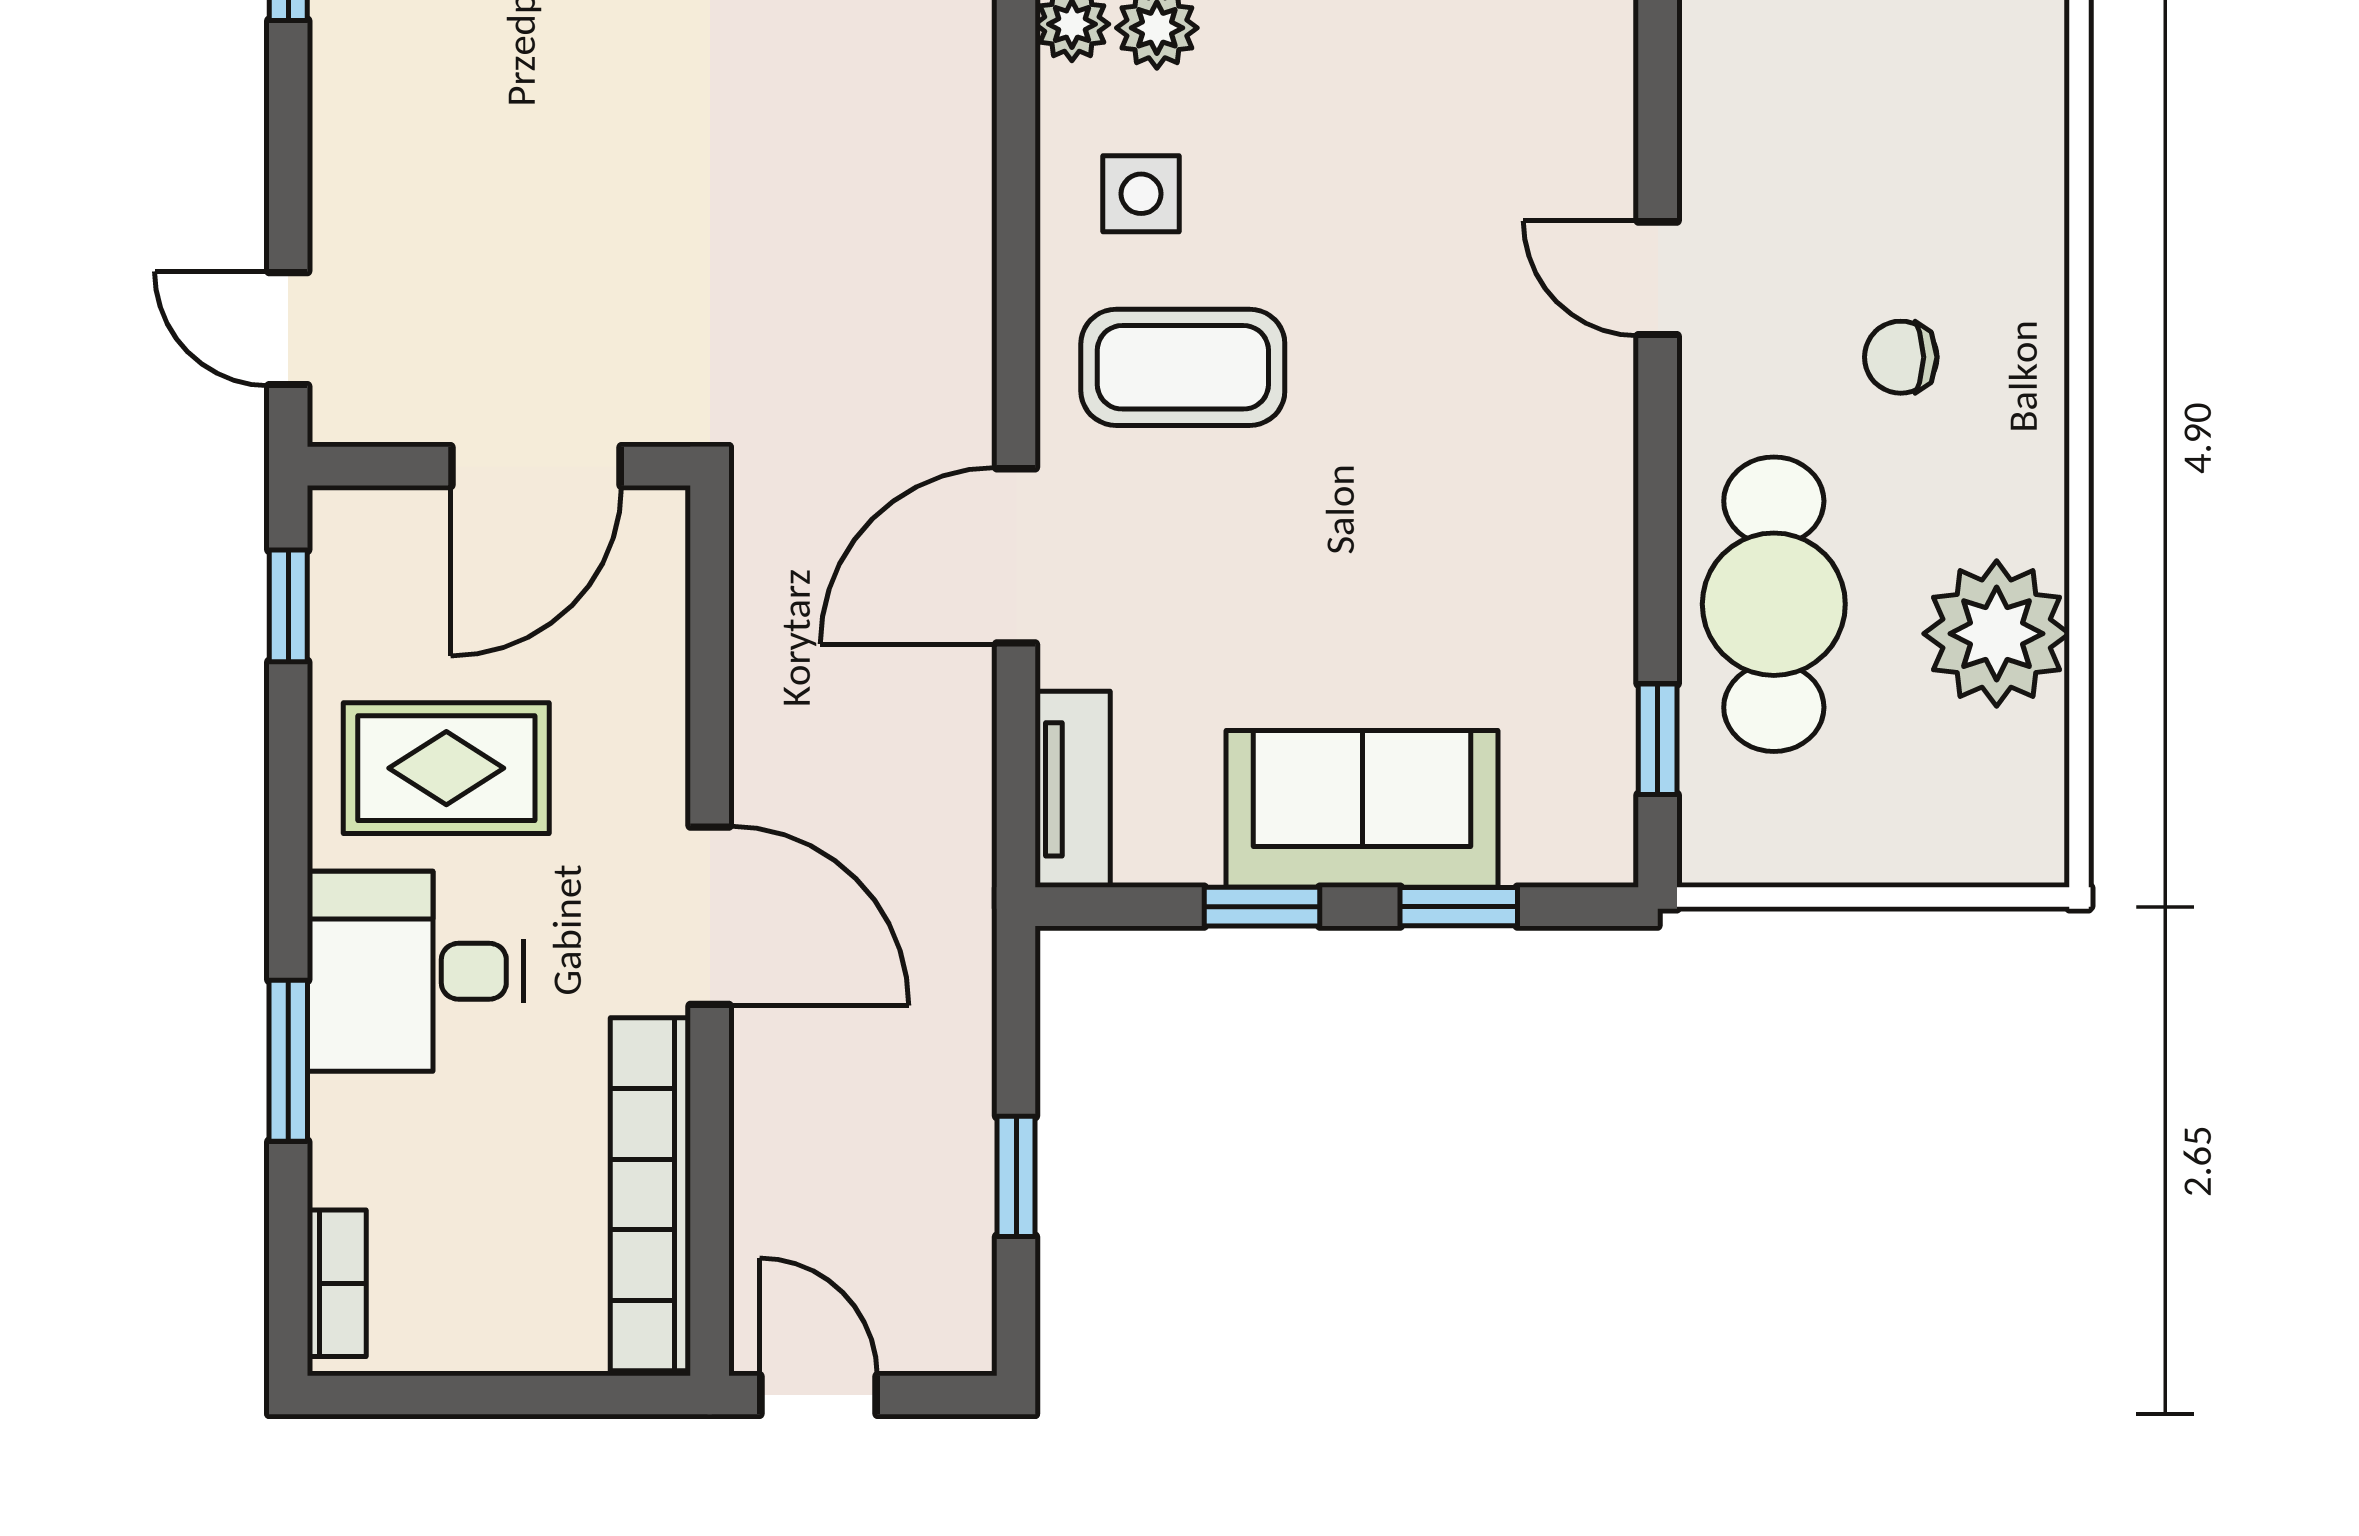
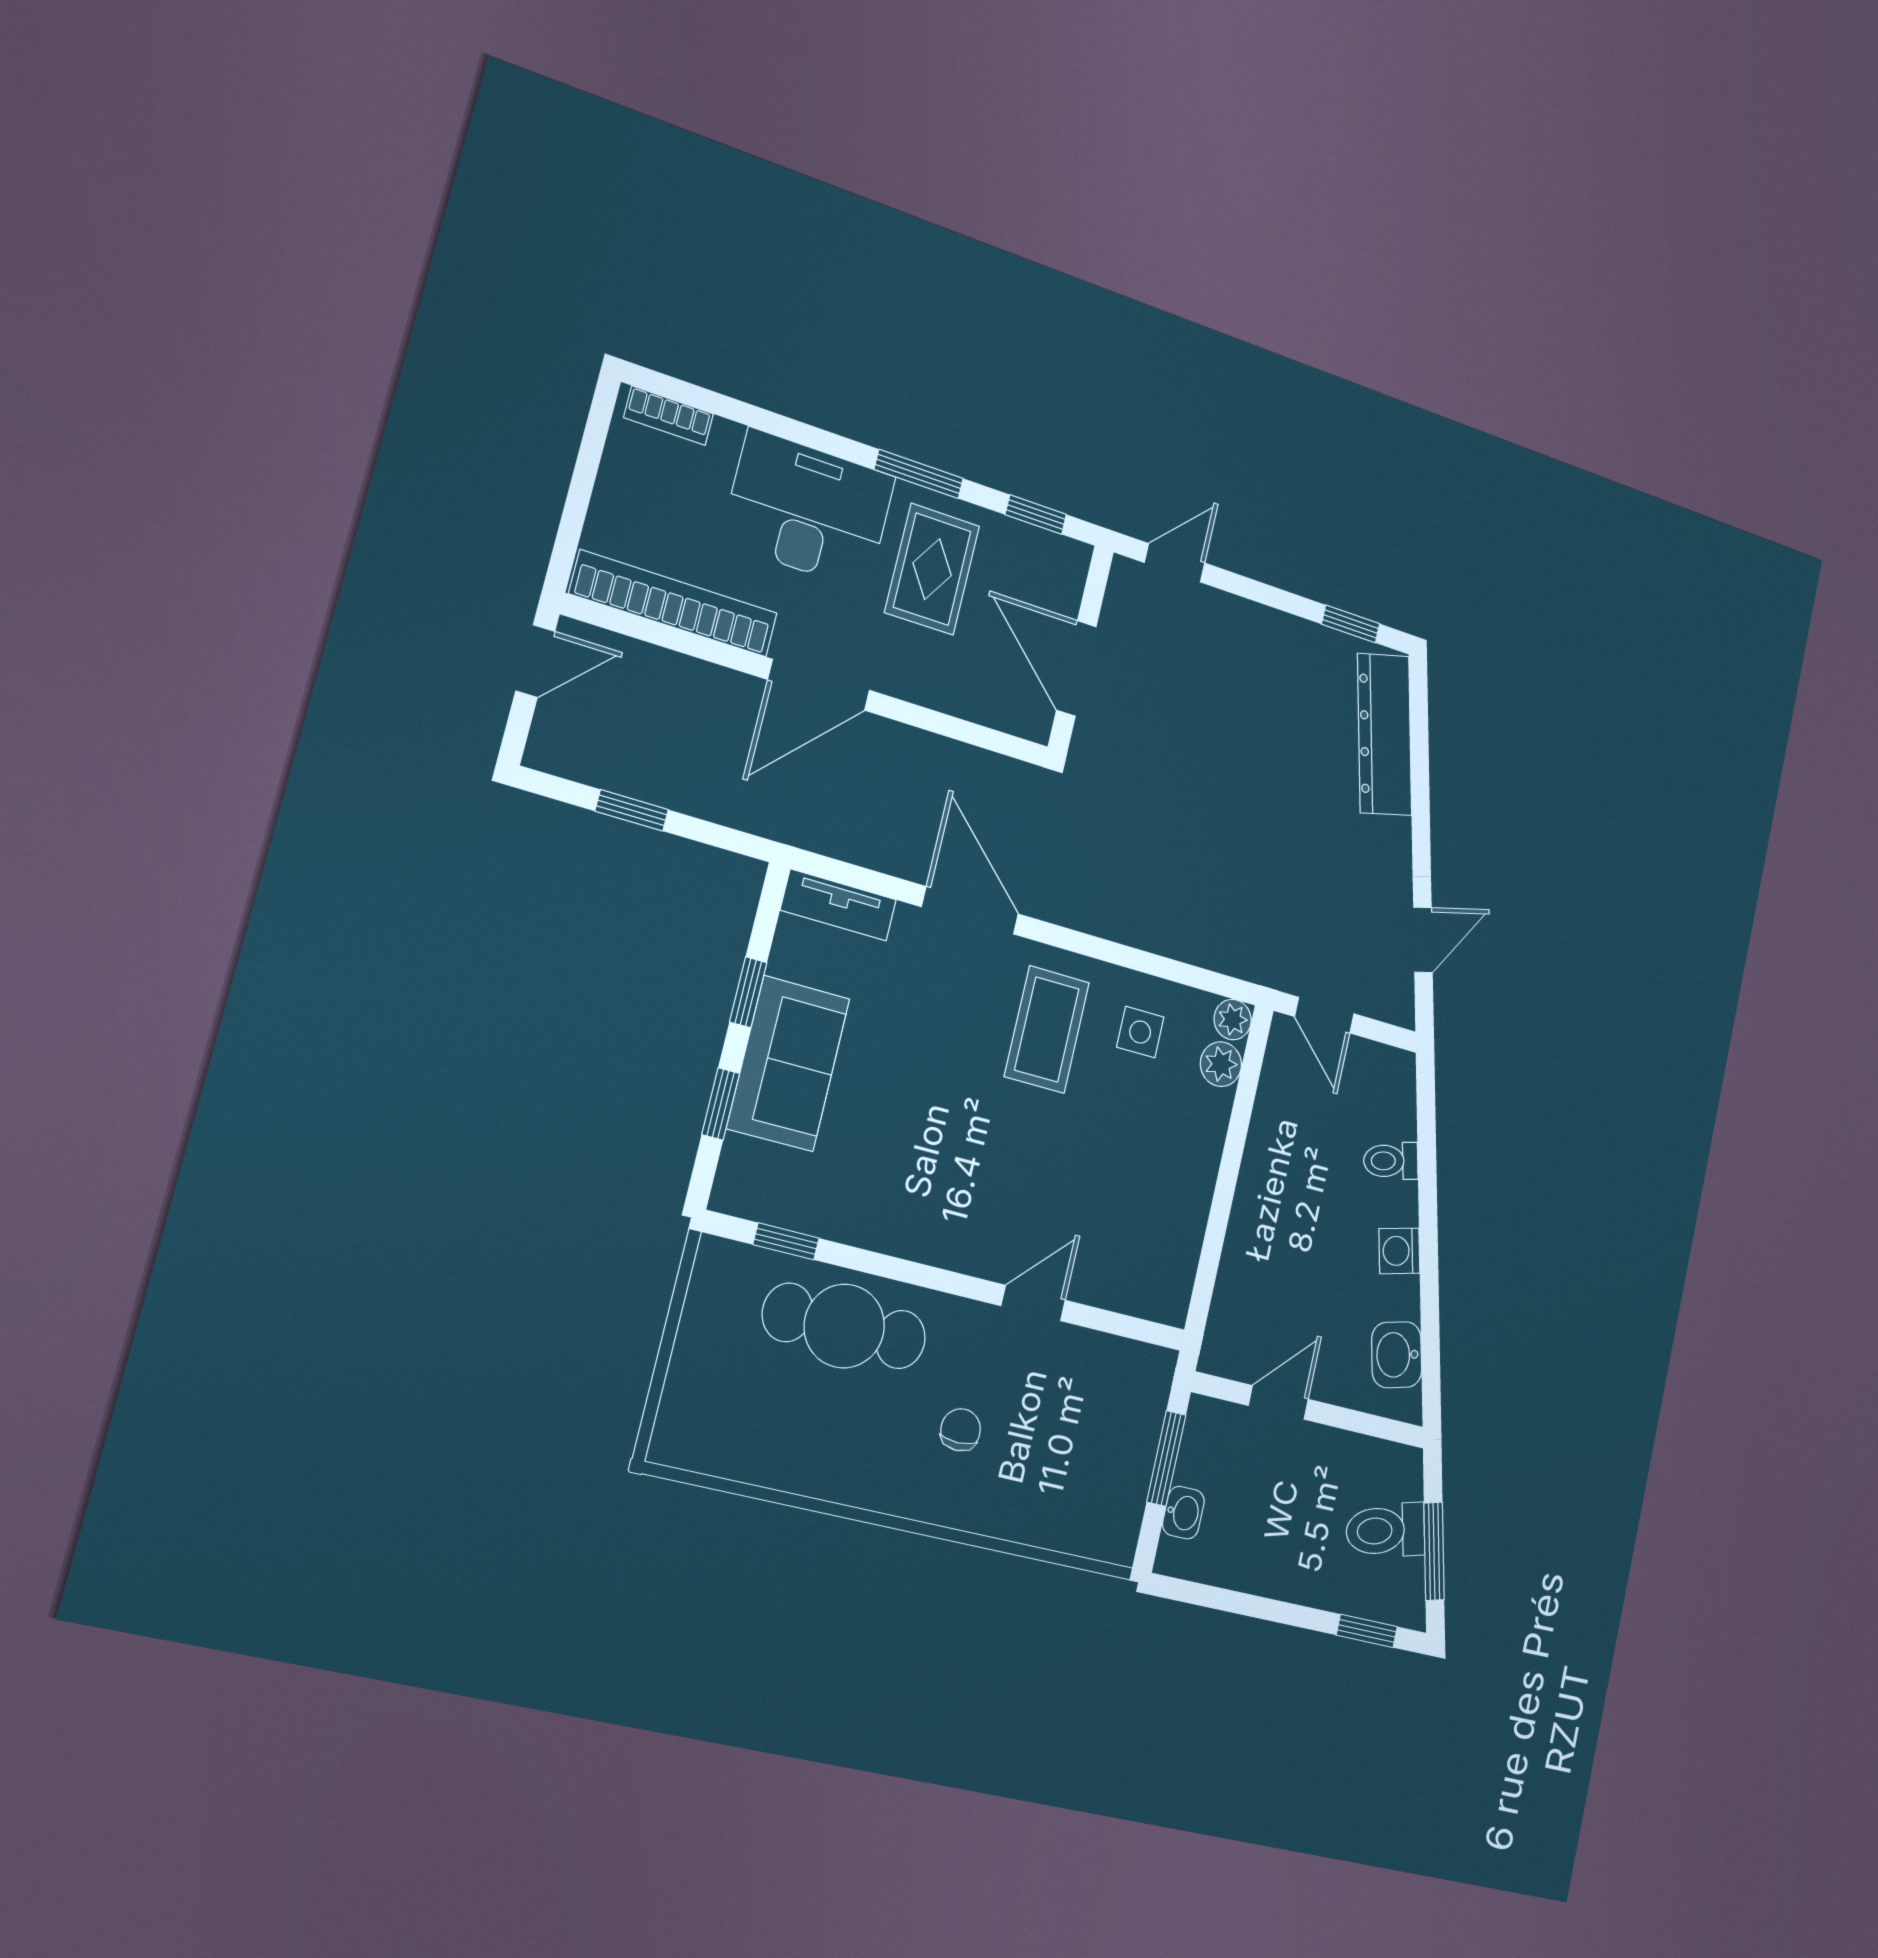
plant: (1997, 634) -> (798, 1451), removed
desk: (415, 971) -> (808, 510), width x1.37
window: (288, 1061) -> (919, 474), moved

